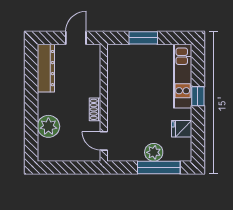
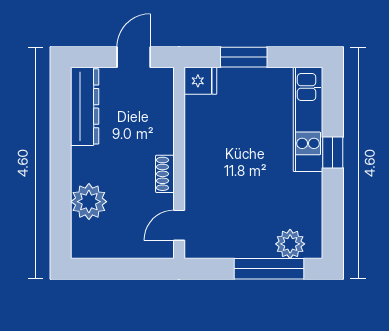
fridge: (182, 129) -> (200, 81), moved, turned 180
door: (104, 141) -> (179, 225), hinge flipped
plant: (154, 152) -> (290, 244), moved

